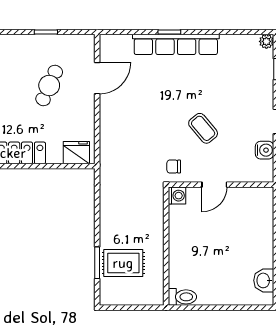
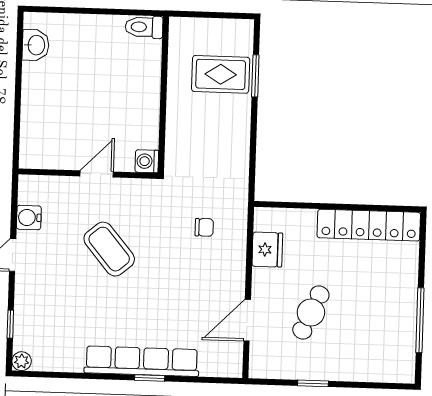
coffee table: (203, 128) -> (109, 249), width x1.36, depth x1.30
fridge: (76, 153) -> (267, 250), moved, turned -90
chair: (174, 167) -> (204, 227), moved

